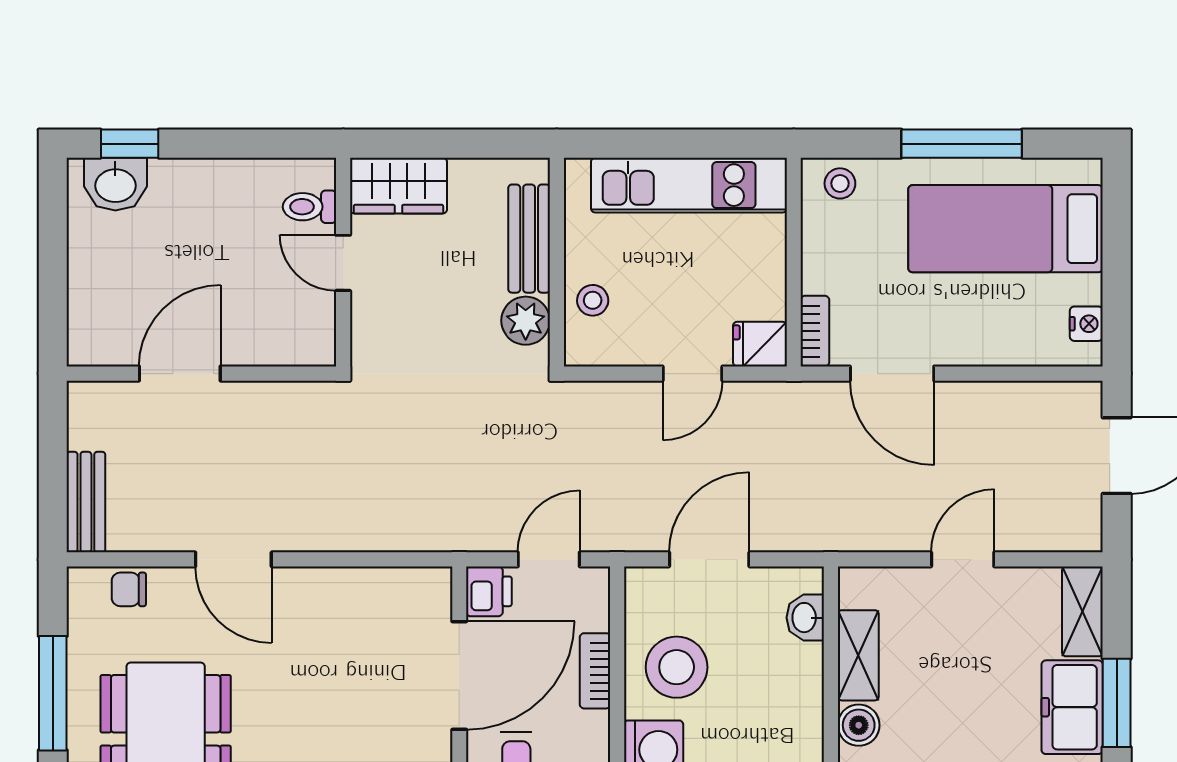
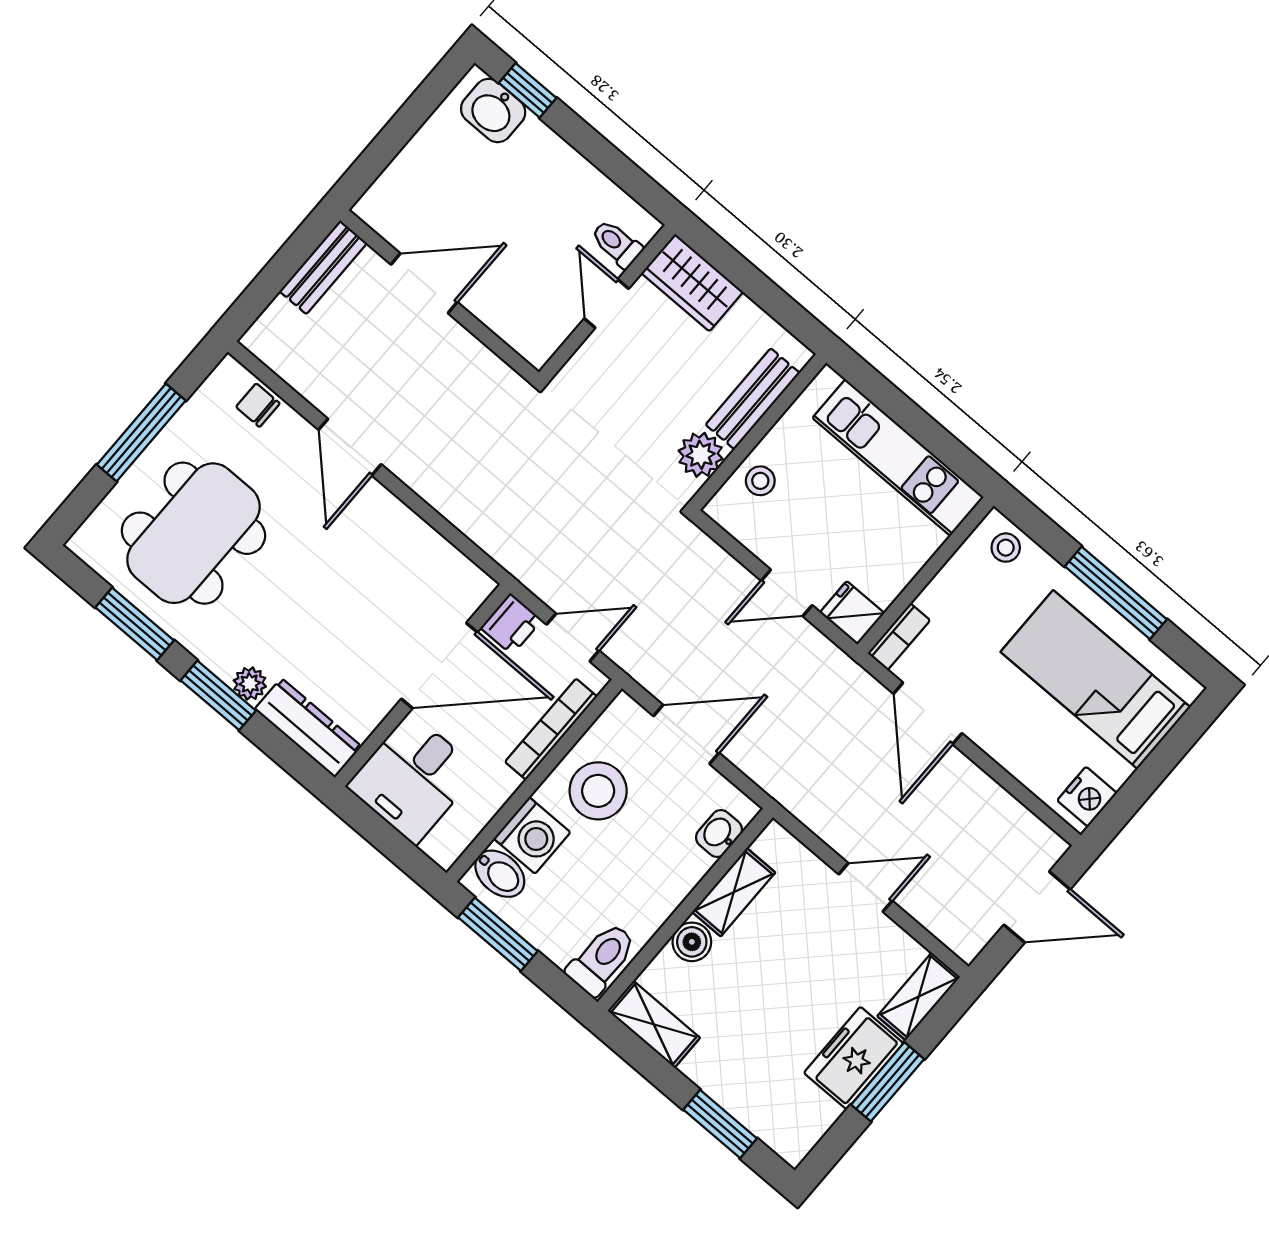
nightstand: (1086, 324) -> (1087, 797), width x1.39, depth x1.35
bench: (86, 502) -> (323, 267), moved
bookcase: (595, 671) -> (551, 729), width x1.56

